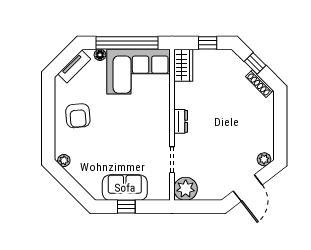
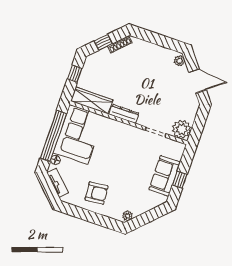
wardrobe: (183, 65) -> (92, 100), width x1.50
dresser: (181, 121) -> (124, 114), width x1.44

